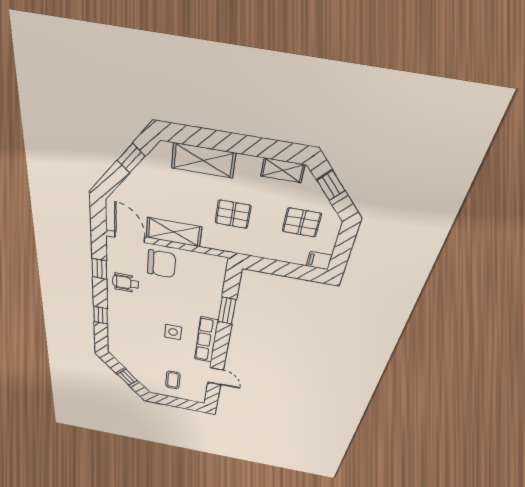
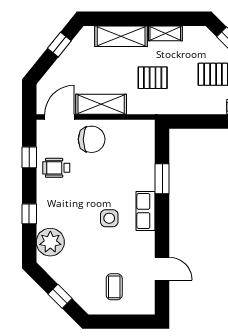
shelving: (283, 170) -> (165, 33), moved
door: (130, 237) -> (60, 117), hinge flipped
plant: (119, 339) -> (50, 242), added
row of seats: (206, 340) -> (146, 211), width x0.68

